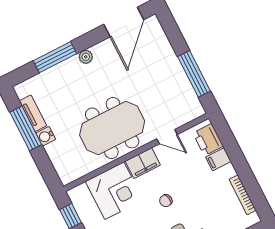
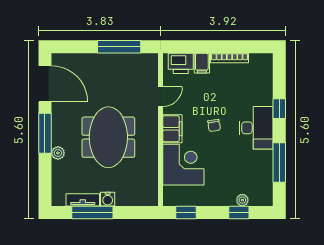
window: (55, 57) -> (45, 133), moved
plant: (86, 57) -> (58, 153), moved
meeting table: (112, 128) -> (108, 137), moved
bookcase: (243, 195) -> (230, 58), moved

